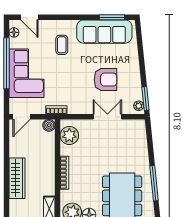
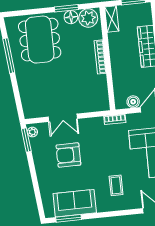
sofa: (104, 32) -> (75, 203), width x0.73
boiler: (49, 125) -> (133, 102), moved
plant: (69, 135) -> (99, 95), removed

